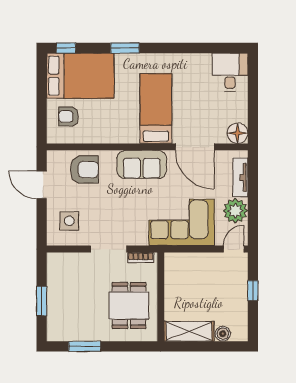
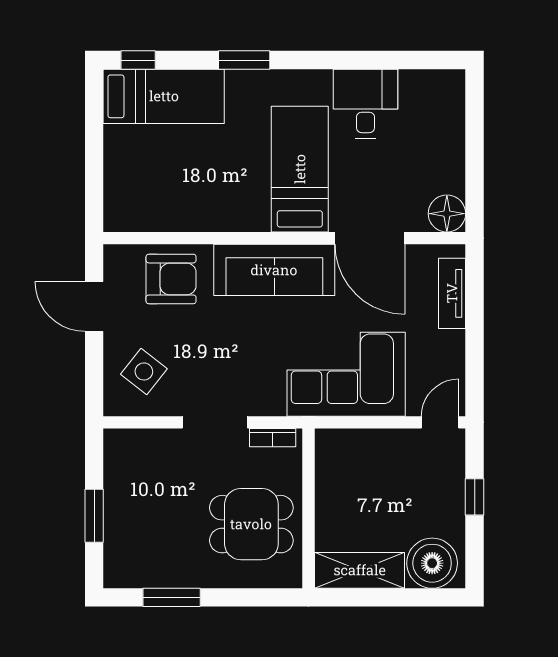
desk: (230, 72) -> (366, 104), moved
bed: (80, 76) -> (164, 96), width x0.67
armchair: (69, 116) -> (143, 183), removed
sofa: (142, 164) -> (274, 270), width x1.36
plant: (235, 211) -> (443, 353), removed
side table: (69, 221) -> (144, 371), turned 38
dining table: (129, 306) -> (251, 524), turned 90
boiler: (223, 334) -> (432, 563), width x1.86, depth x1.86

